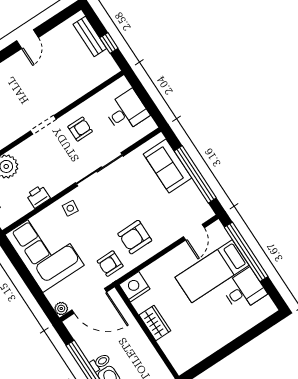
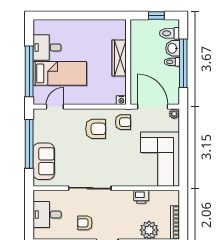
side table: (70, 208) -> (125, 175), removed
nightstand: (135, 287) -> (121, 100), width x0.53, depth x0.56
wardrobe: (155, 323) -> (119, 58), width x1.50

